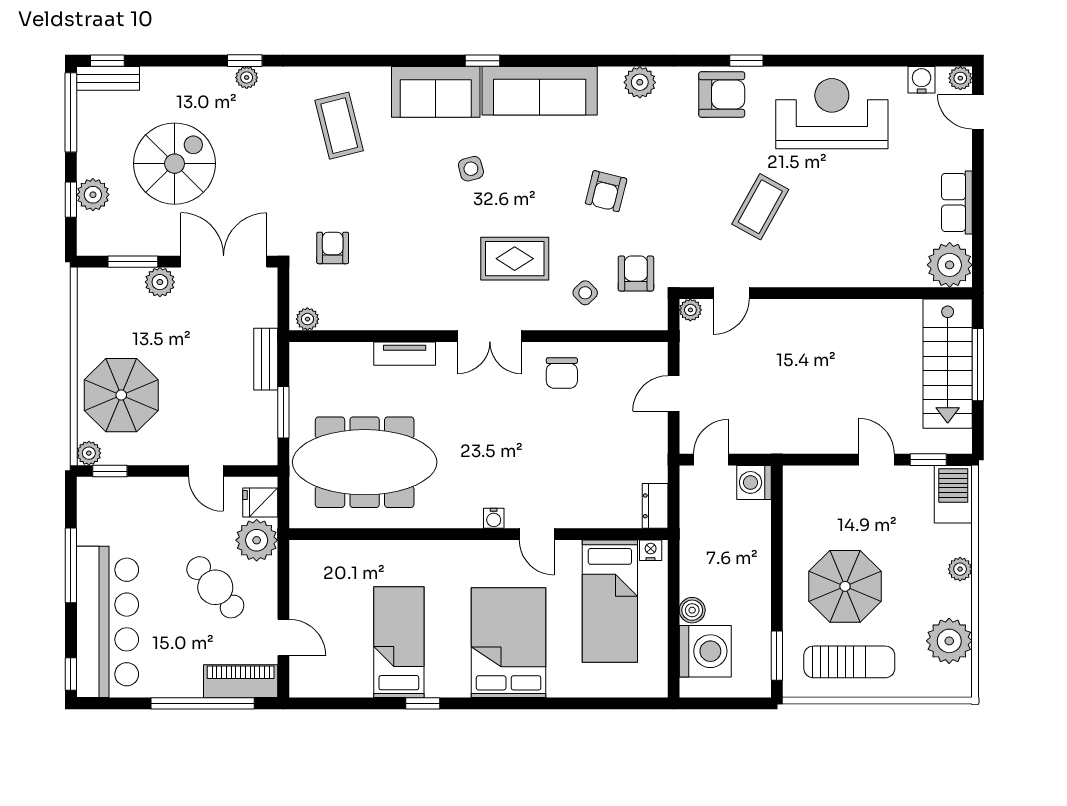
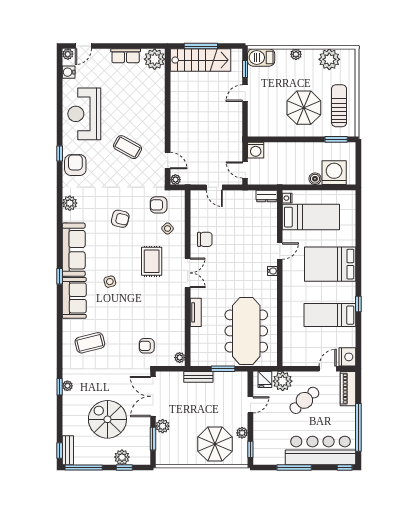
plant: (89, 453) -> (242, 433), moved
nightstand: (309, 680) -> (347, 357), added
window: (203, 703) -> (358, 427), moved

